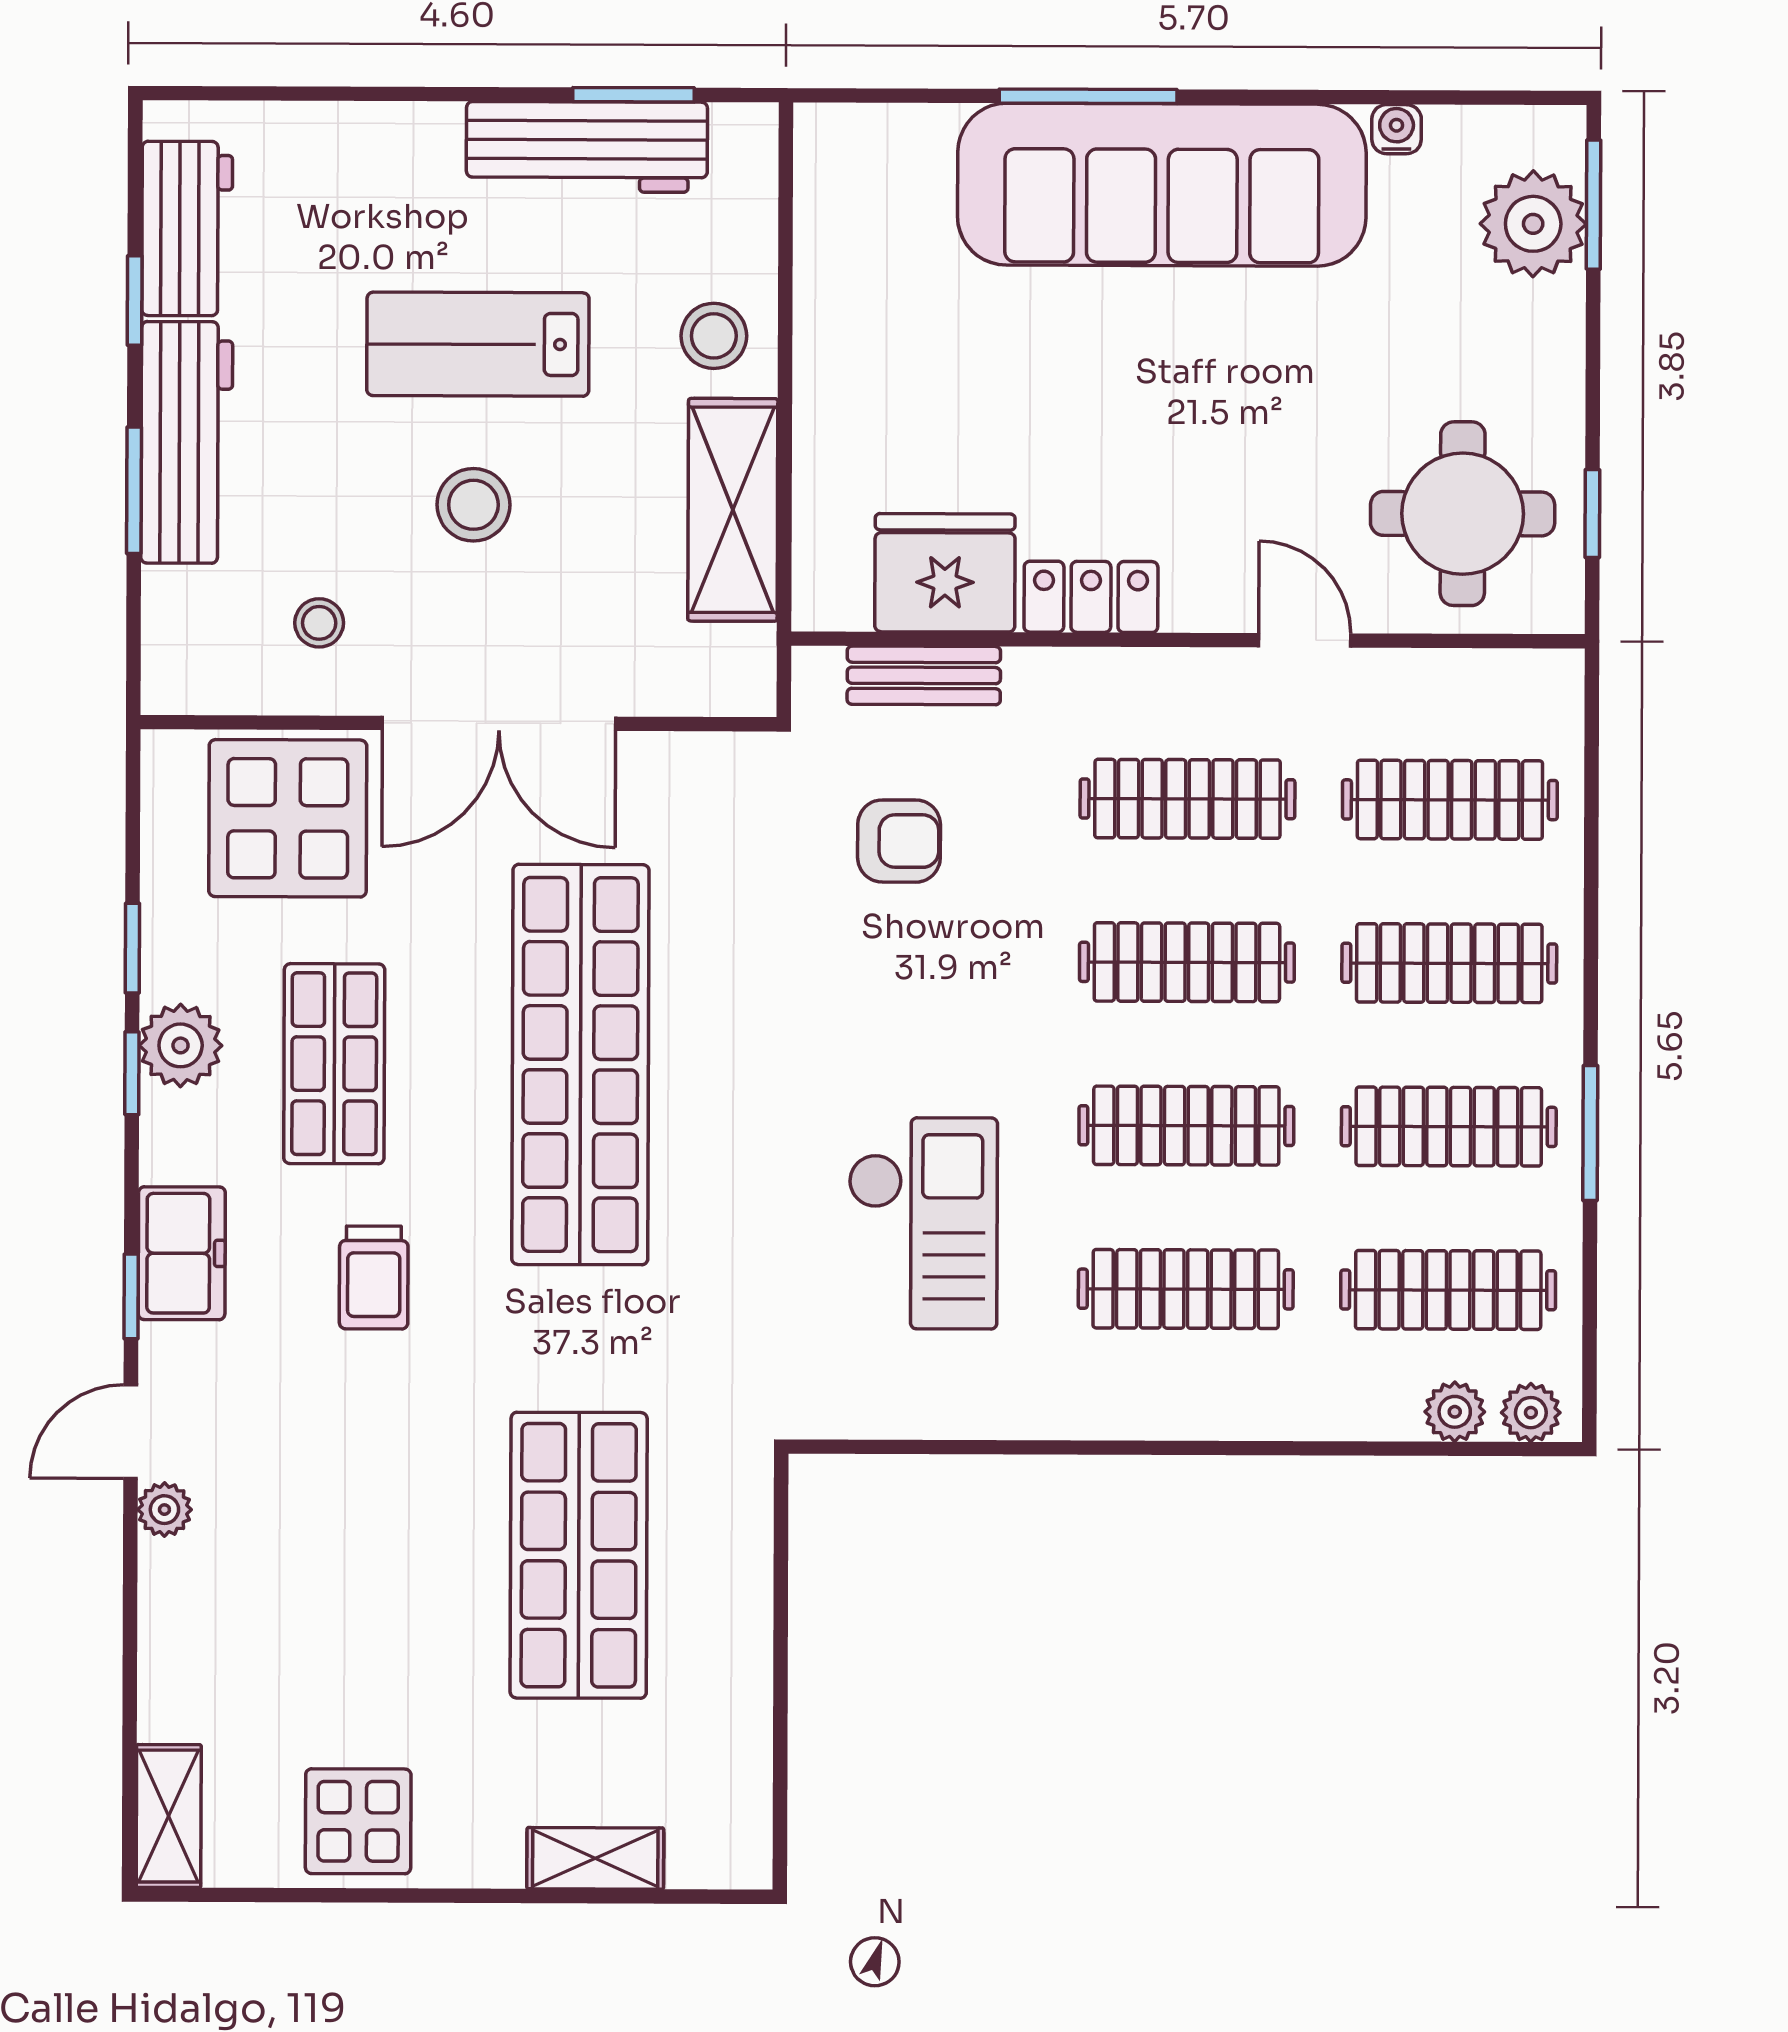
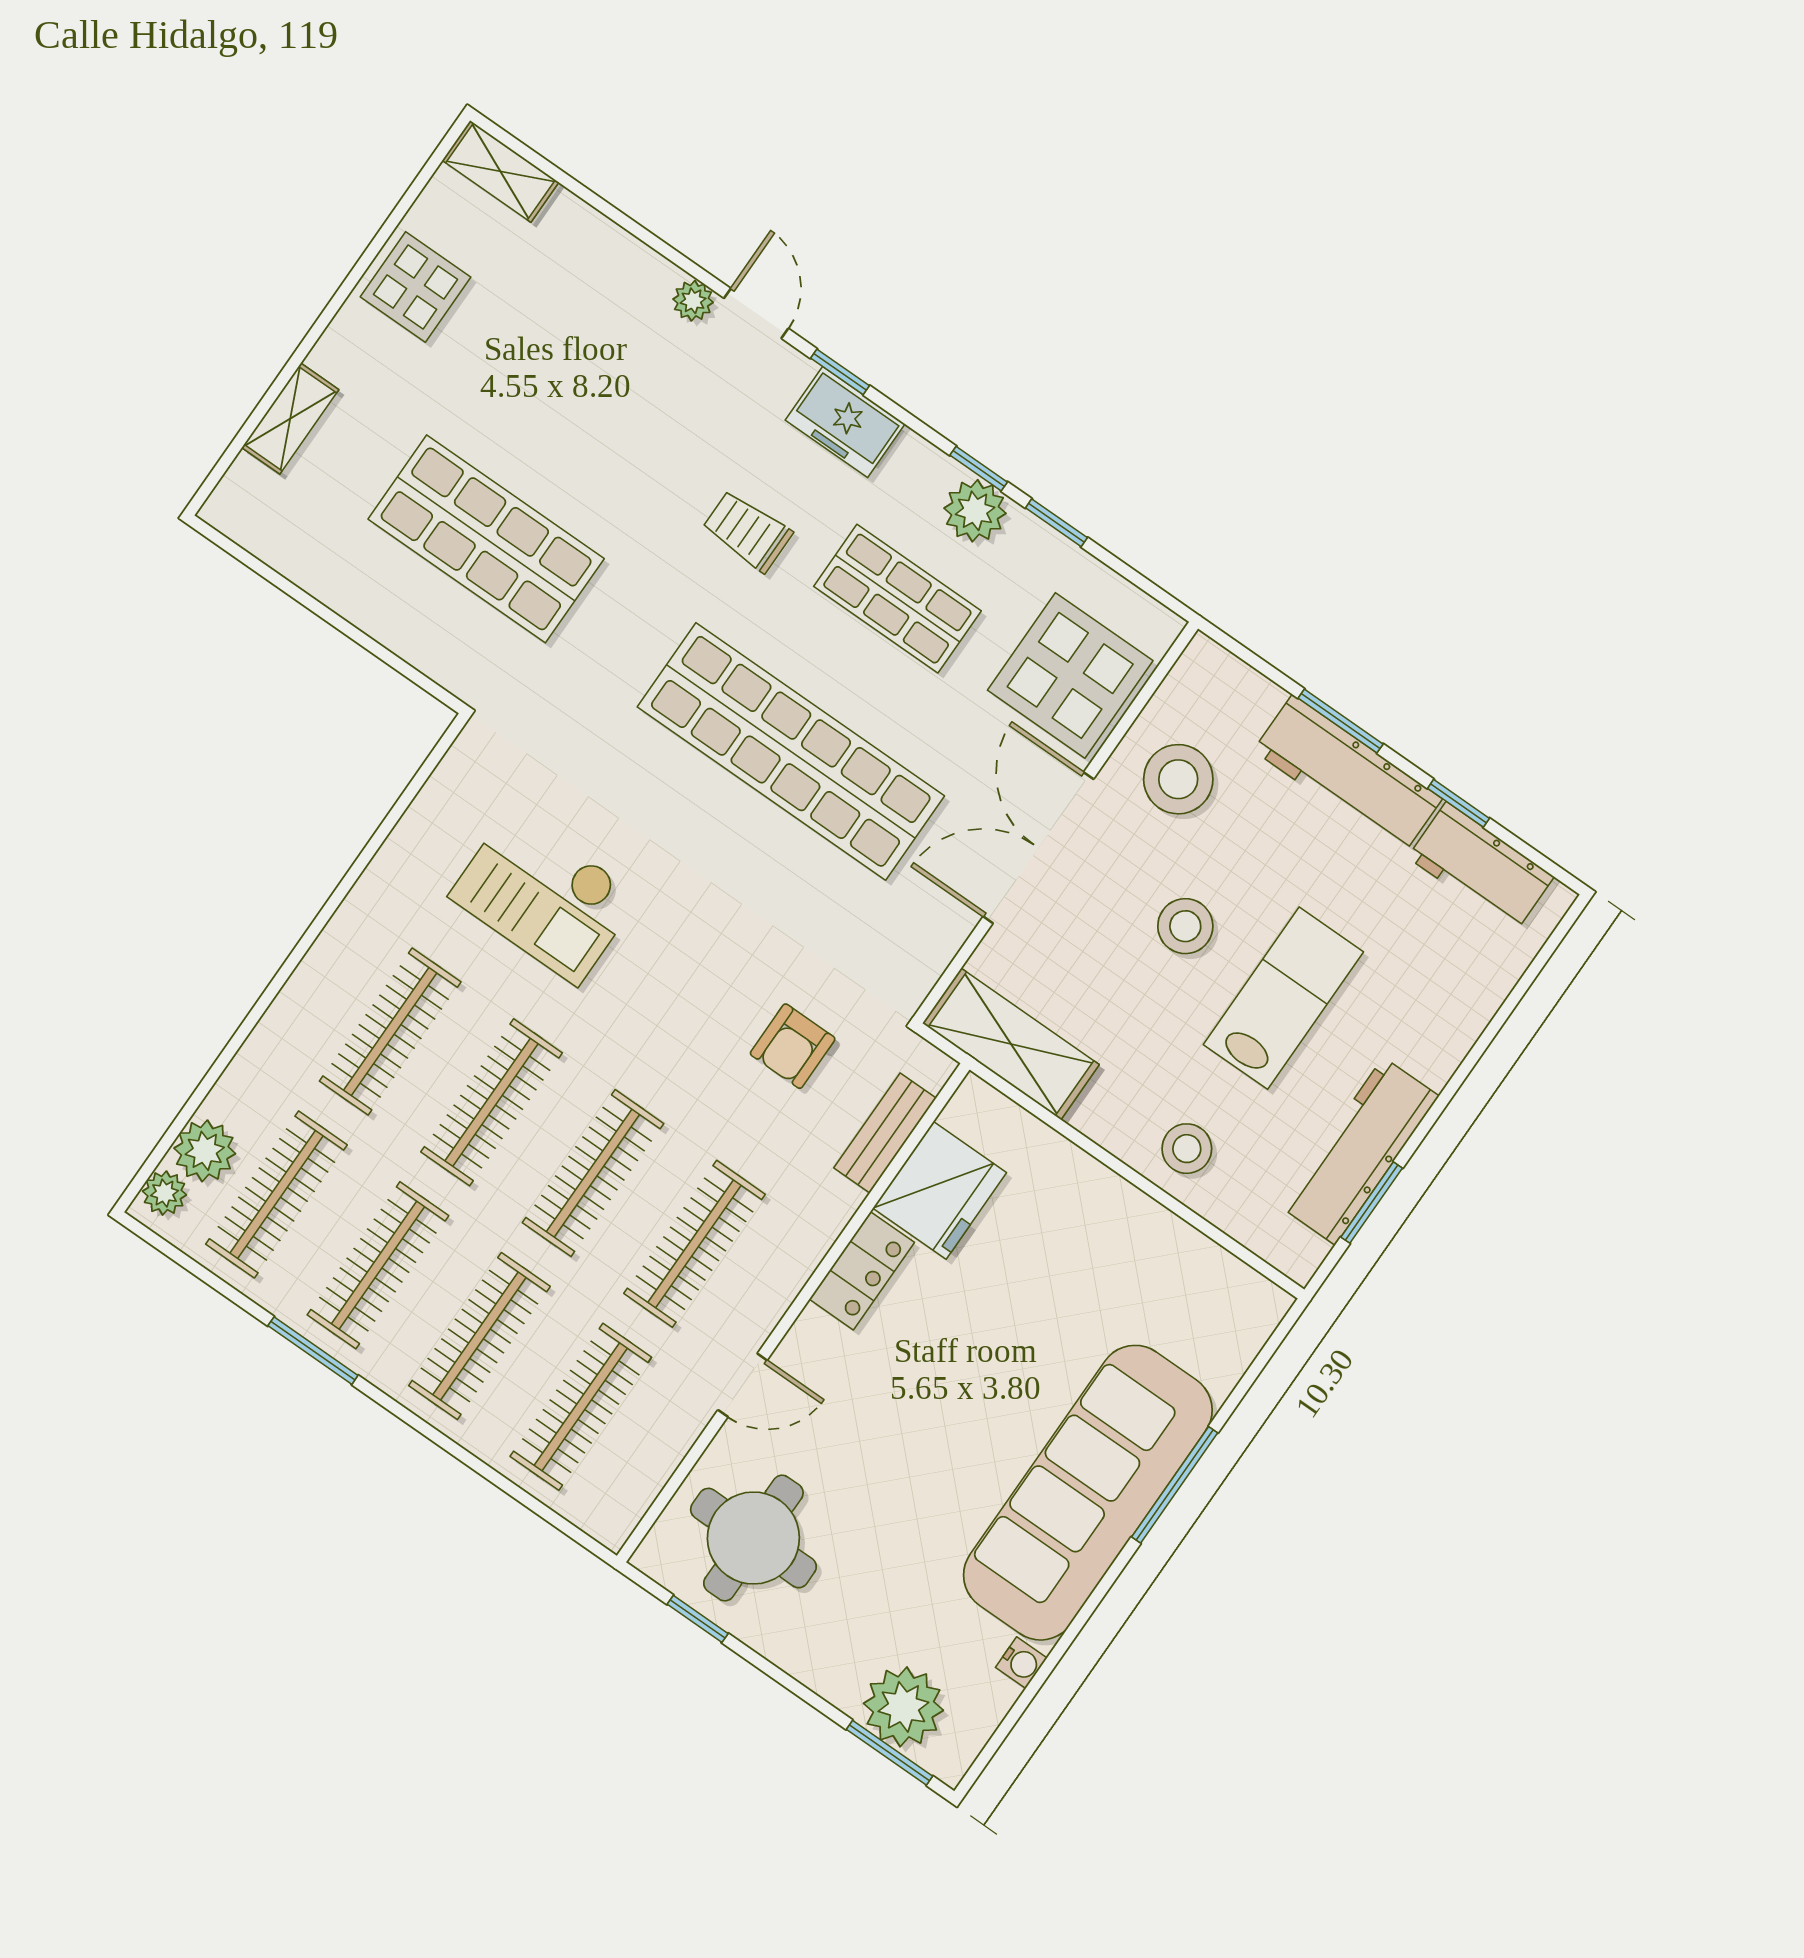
shelving: (733, 510) -> (1011, 1044), moved
stool: (319, 623) -> (1178, 779), width x1.89, depth x1.89
plant: (1455, 1412) -> (205, 1151), width x1.38, depth x1.38

